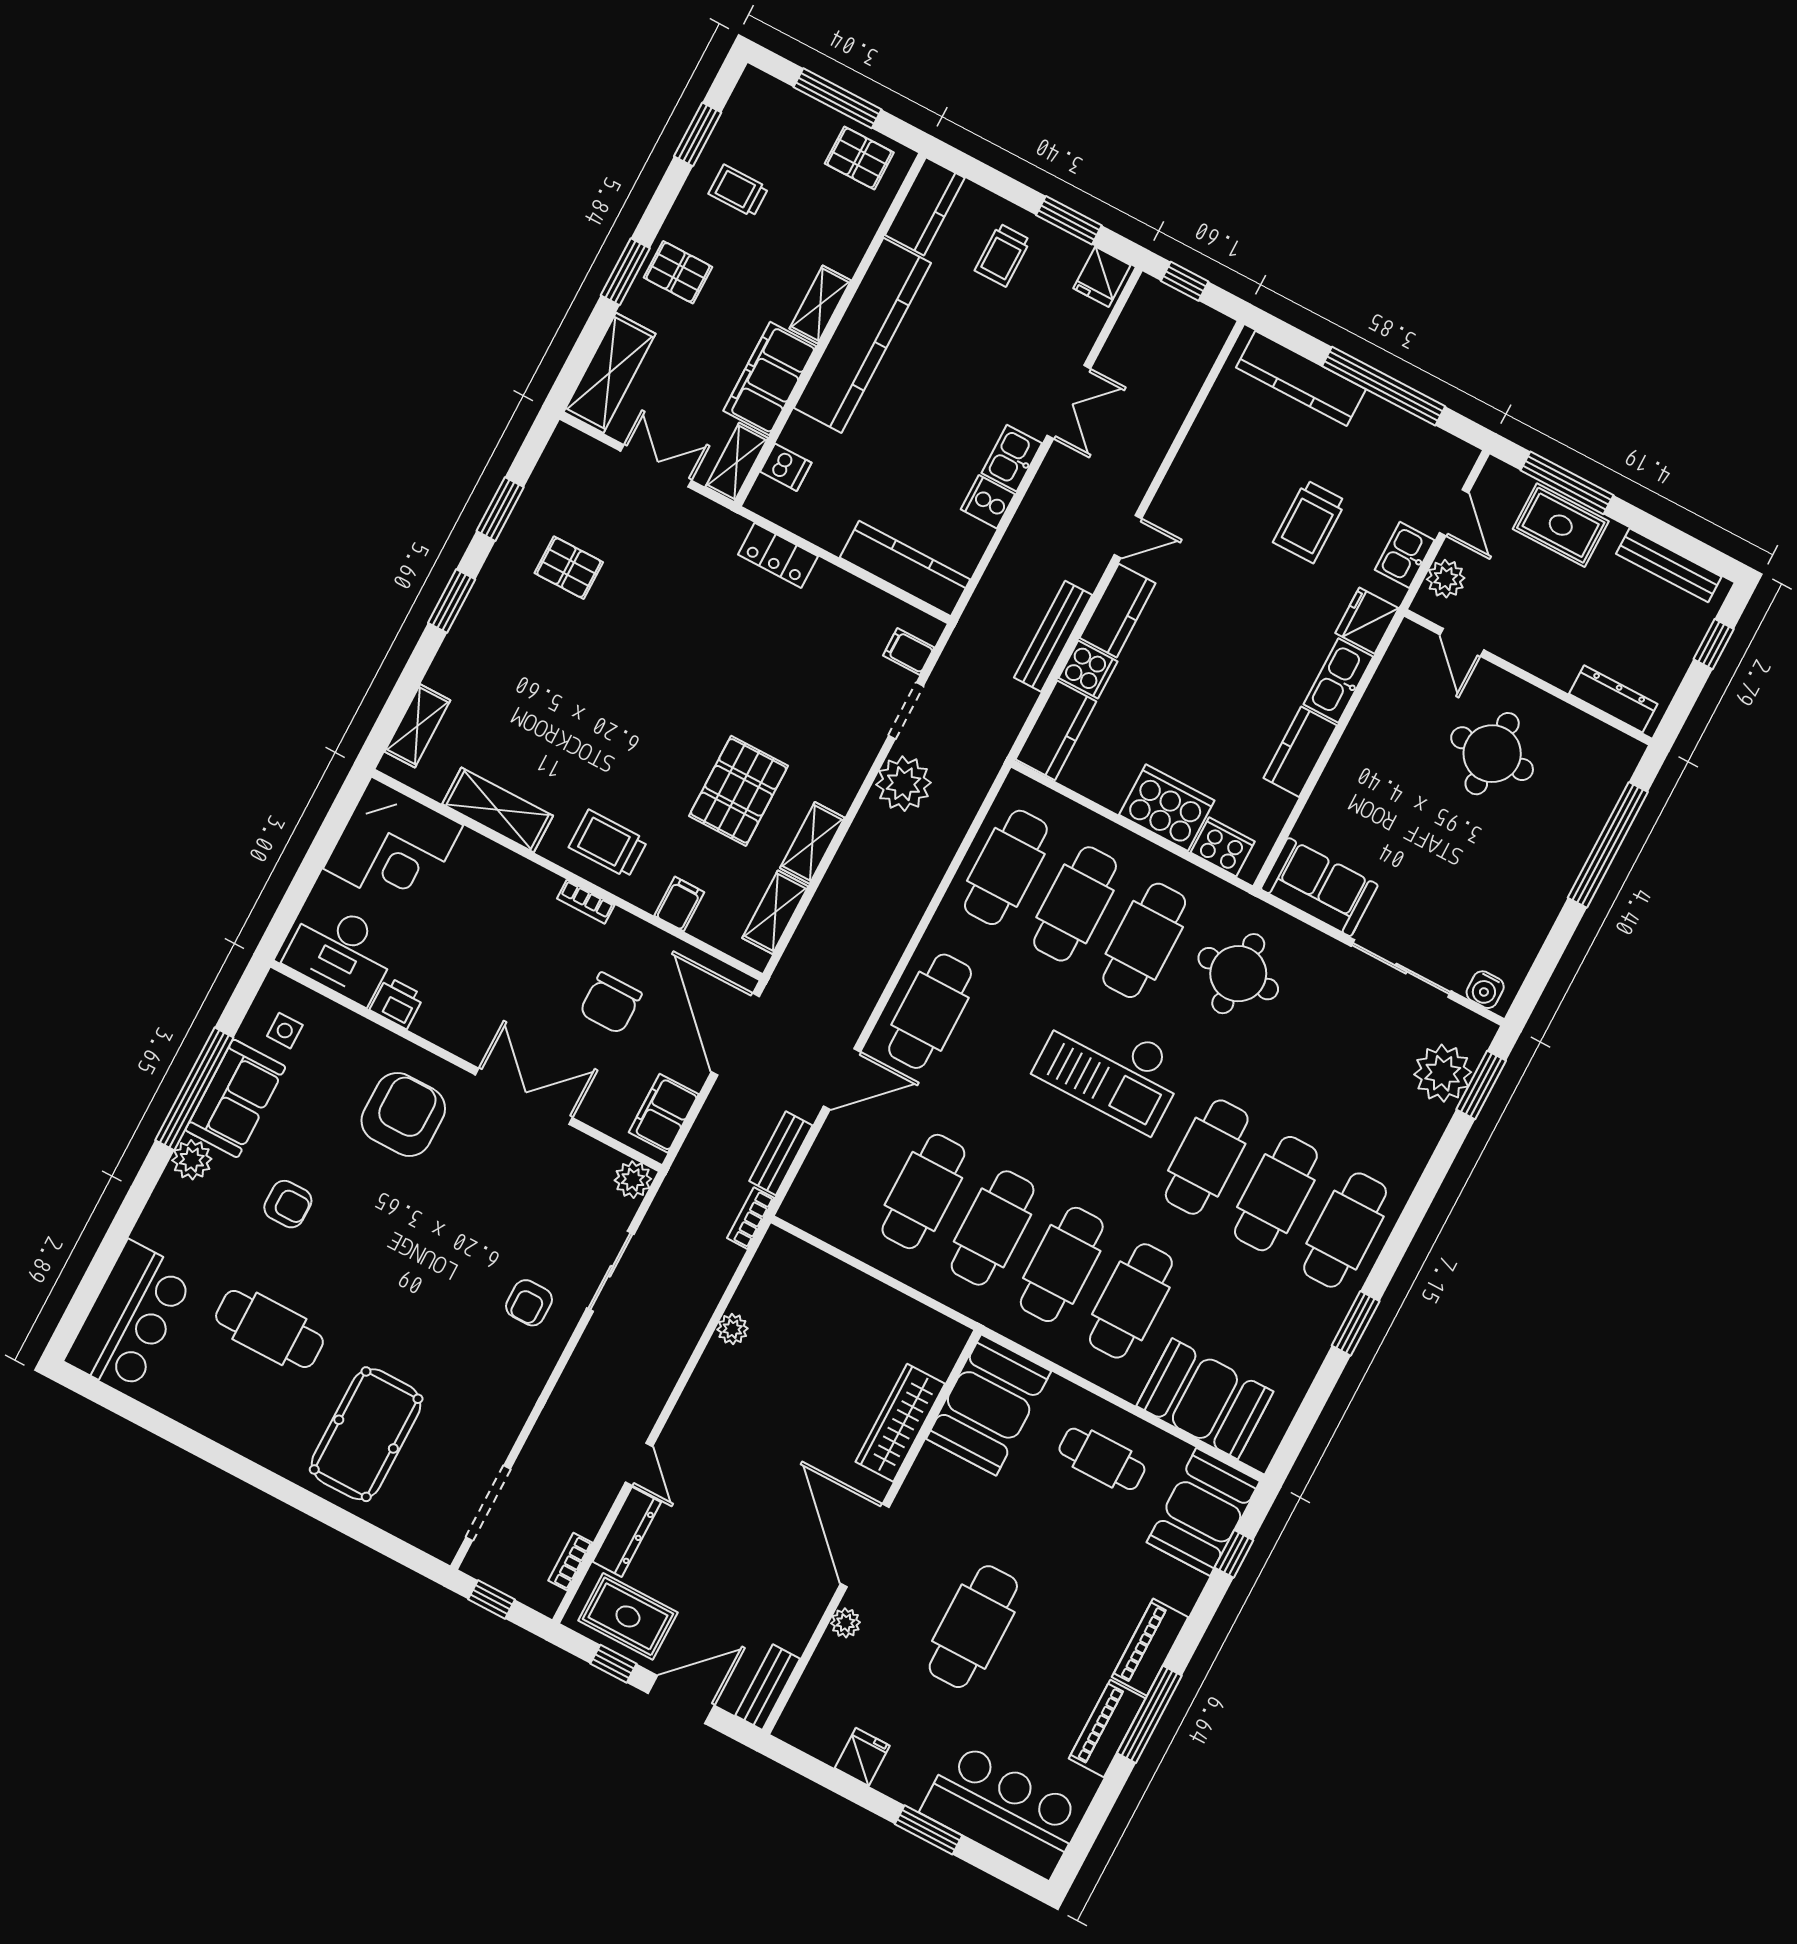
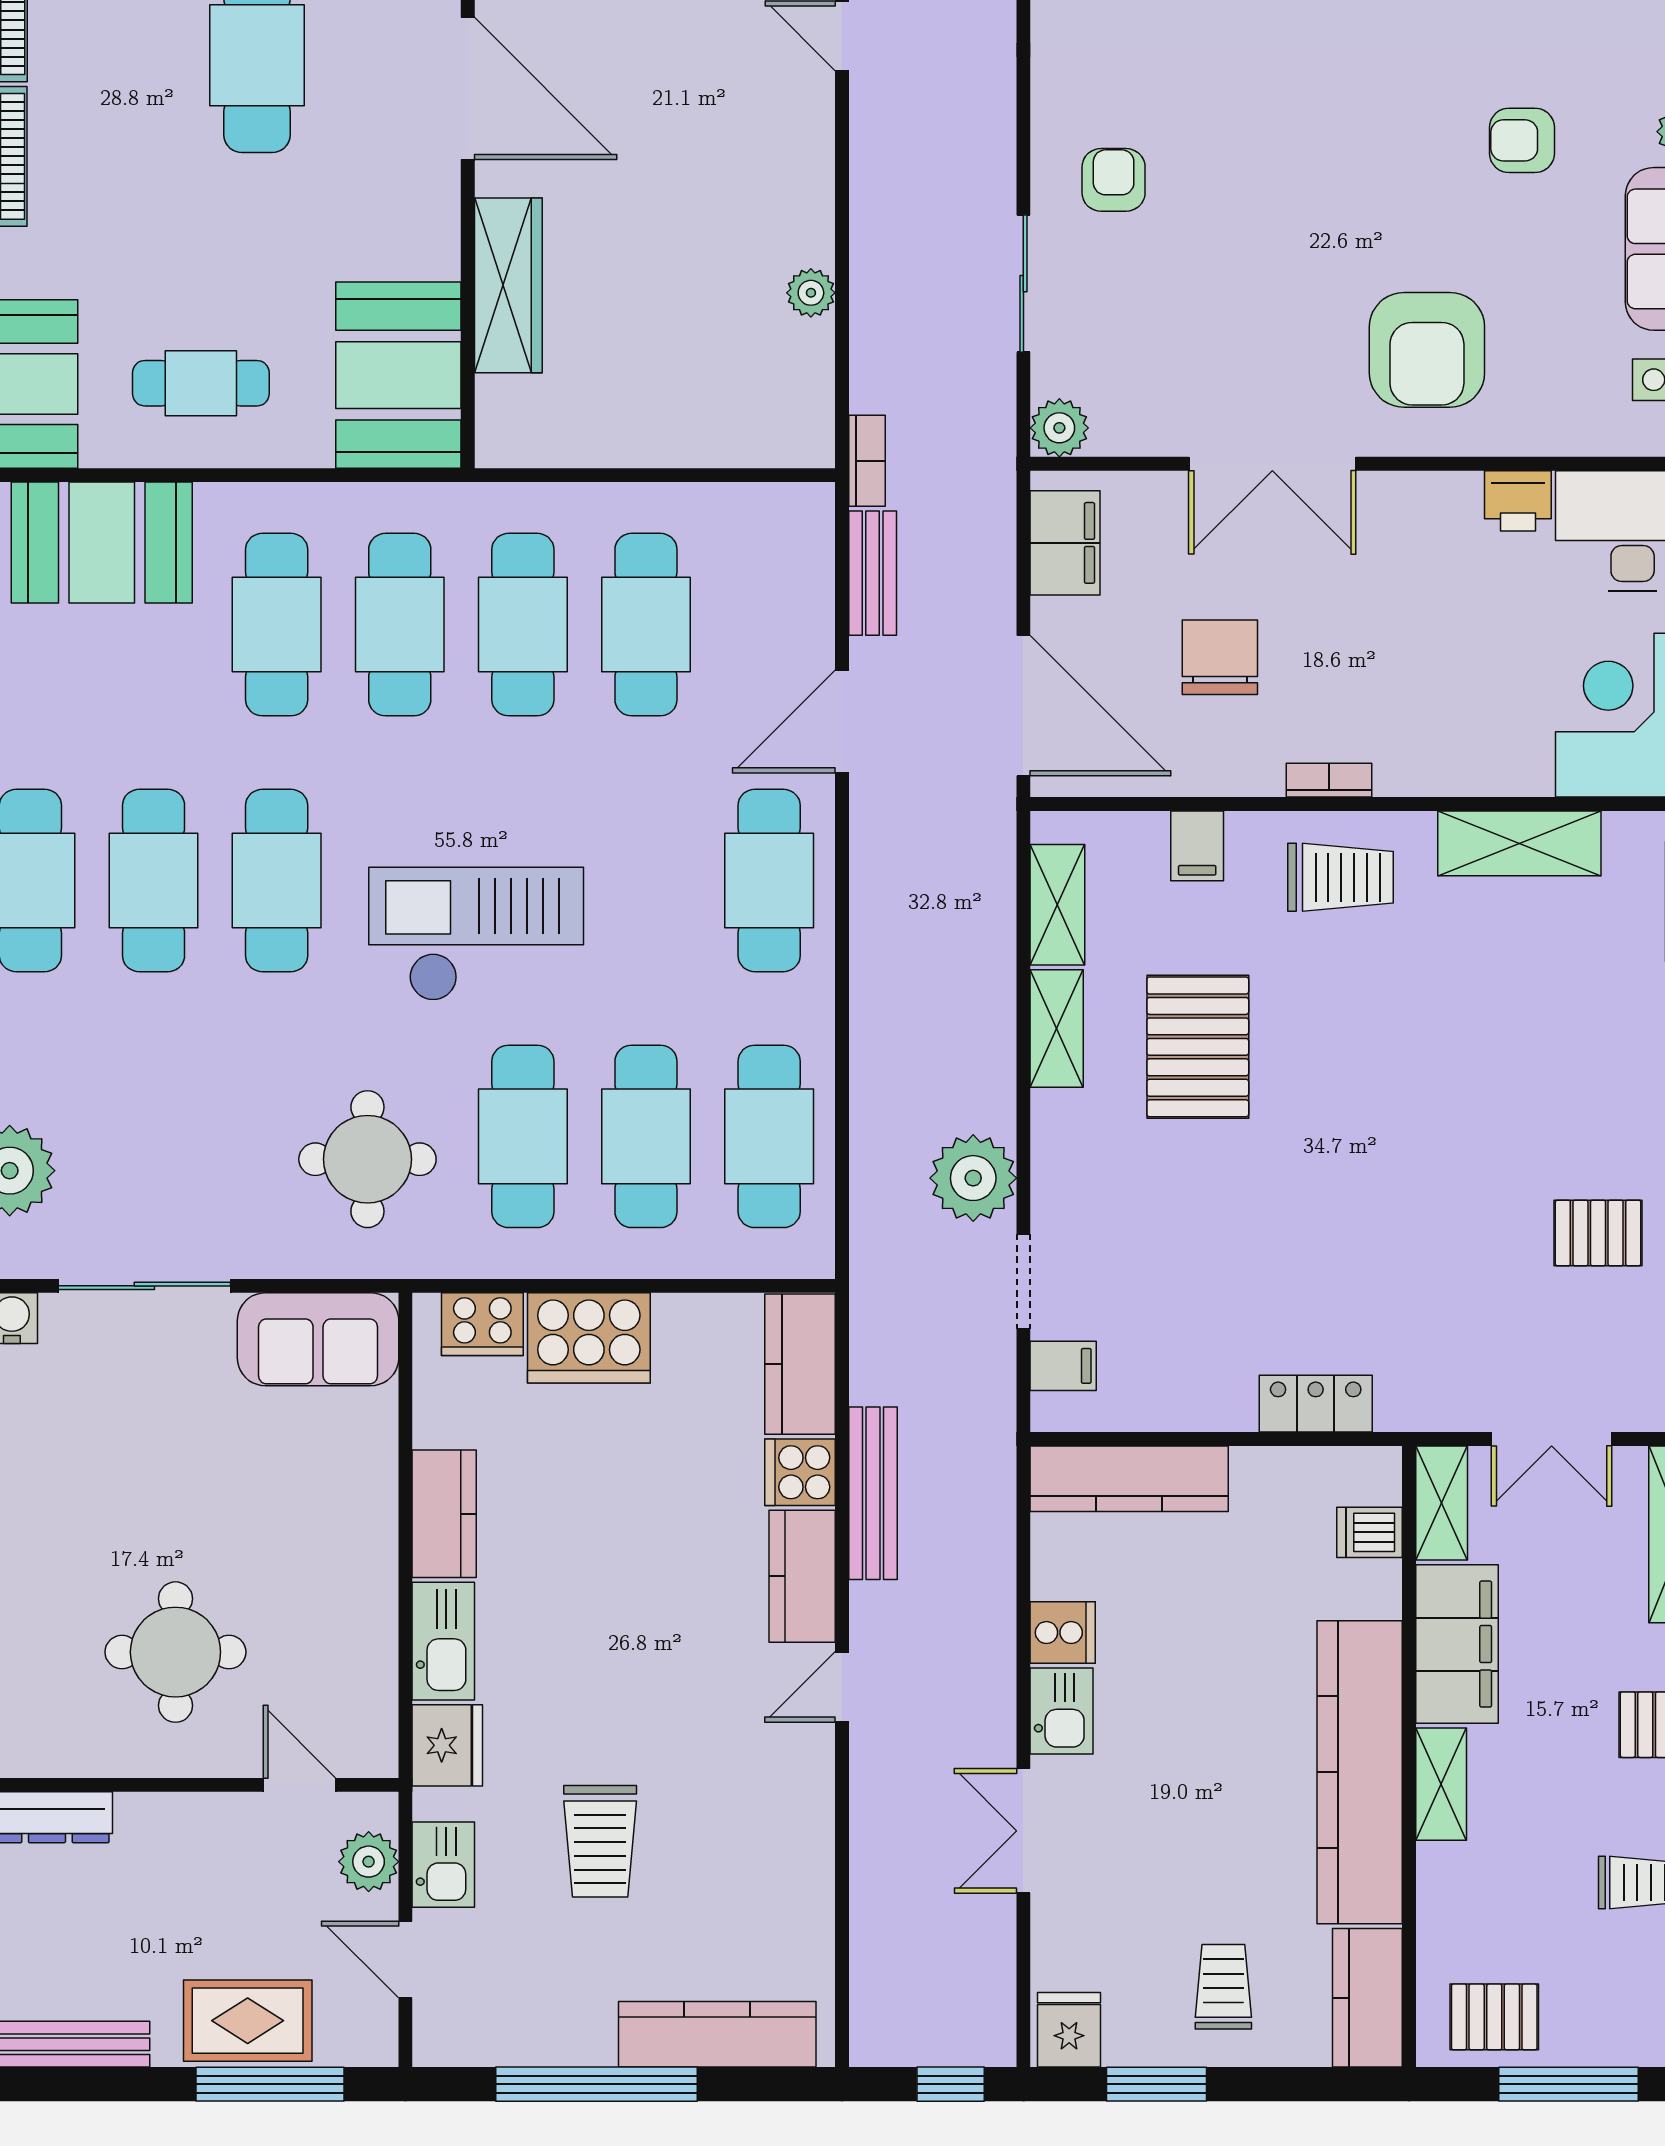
trolley: (1310, 522) -> (600, 1841), turned 180

